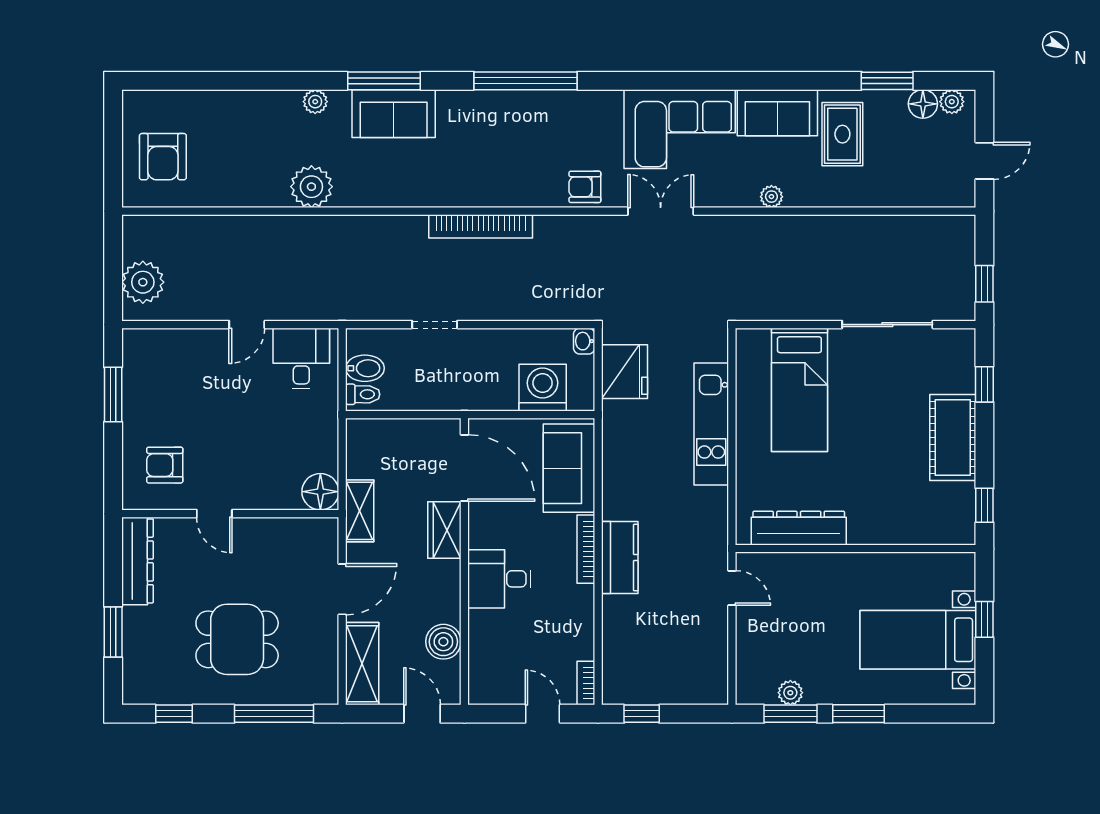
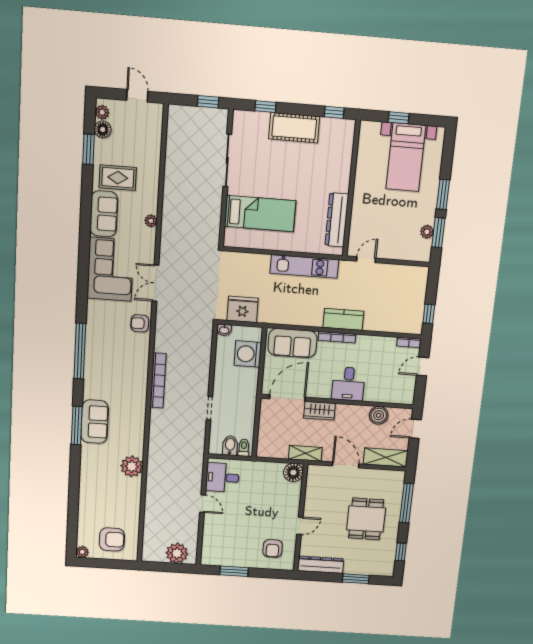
plant: (315, 102) -> (82, 552), moved
armchair: (585, 187) -> (140, 323), turned 90
kitchen unit: (711, 424) -> (304, 266), moved

